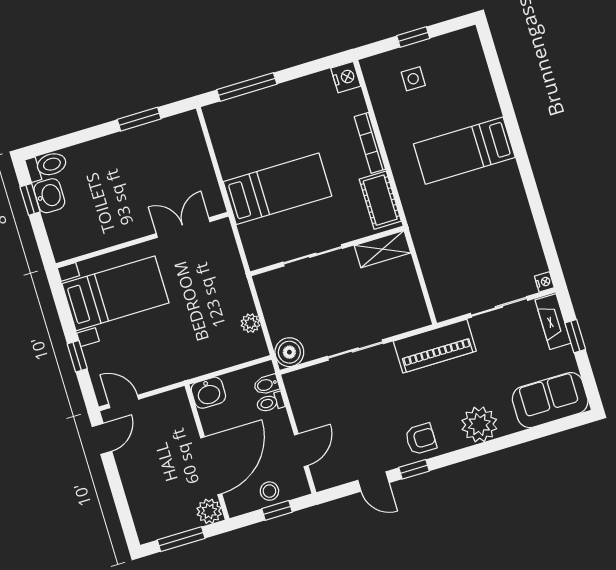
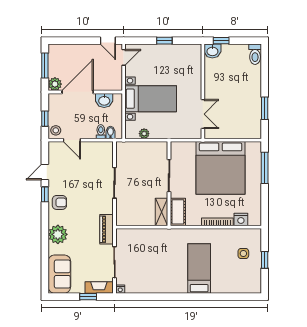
nightstand: (346, 77) -> (241, 220), moved
bed: (277, 189) -> (221, 168), width x2.04
washbasin: (49, 196) -> (212, 51), moved
window: (30, 199) -> (221, 41), moved
cot: (380, 200) -> (178, 212), moved, turned 90
bed with nightstands: (115, 293) -> (151, 99), moved, turned -90
piano: (435, 346) -> (107, 229), width x0.73, depth x0.75
boiler: (289, 352) -> (123, 149), removed
window: (77, 356) -> (164, 41), moved
washbasin: (208, 393) -> (104, 100), moved, turned -90
armchair: (421, 439) -> (59, 202), turned -90
door: (211, 466) -> (78, 92), swing flipped
stool: (269, 491) -> (56, 130), moved

